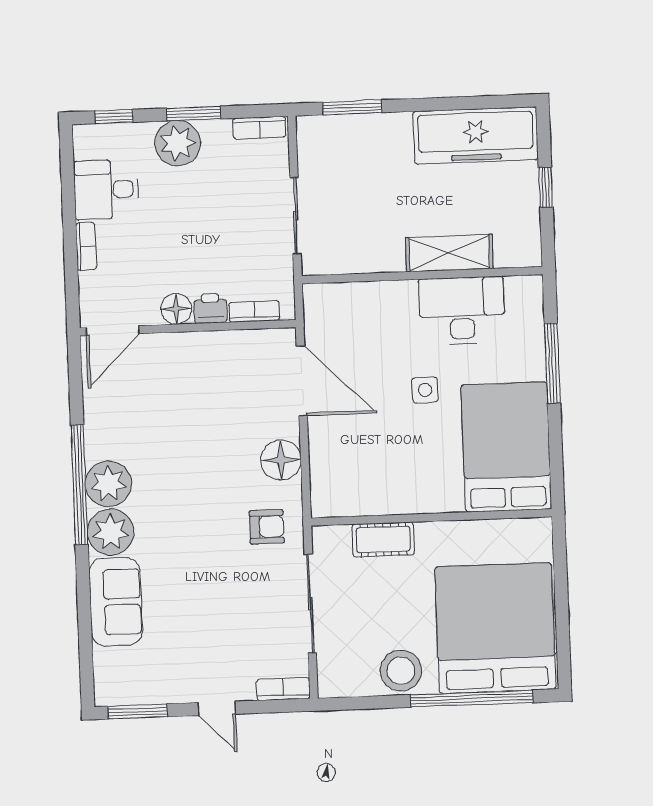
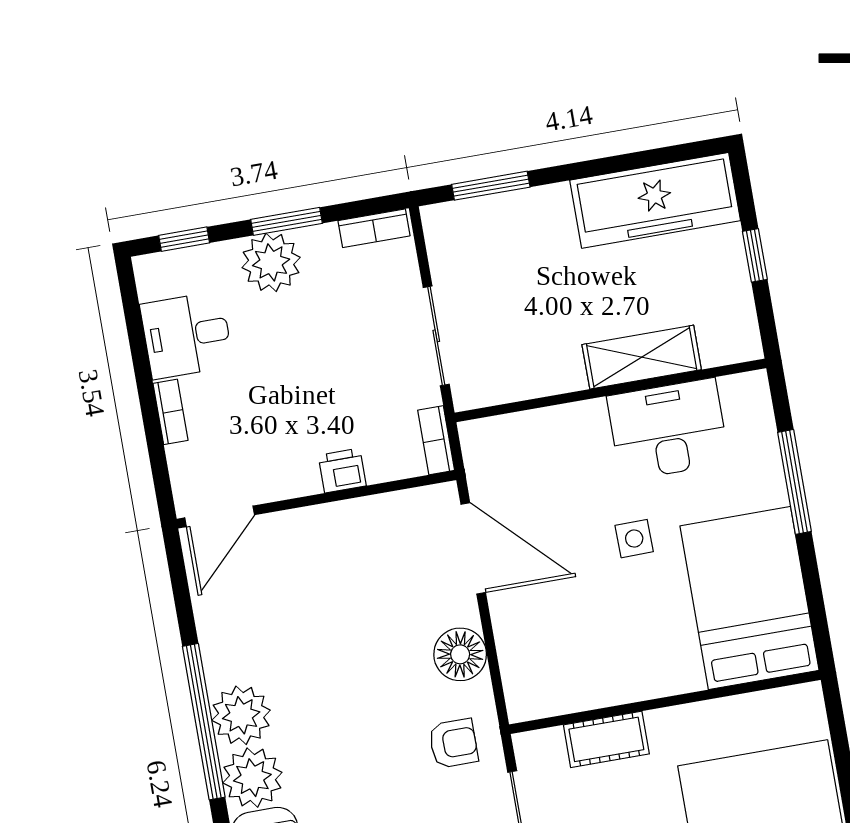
floor lamp: (176, 309) -> (298, 477), removed
bookcase: (254, 311) -> (436, 440), moved, turned -90

